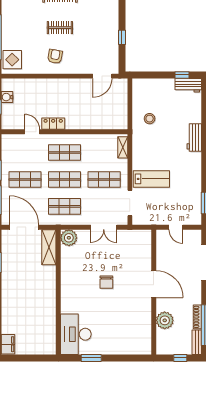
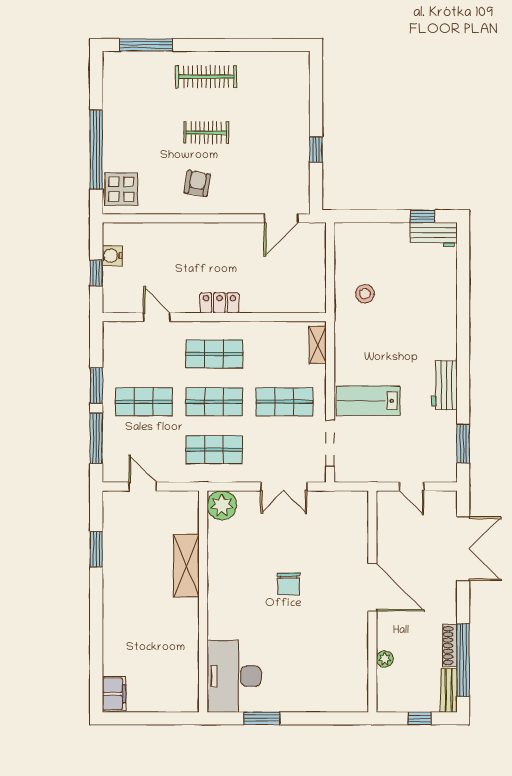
locker: (53, 124) -> (219, 303), moved
workbench: (194, 138) -> (444, 385), moved
lab bench: (151, 179) -> (368, 401), turned 180
door: (24, 227) -> (143, 486), width x0.53
shelving: (49, 247) -> (186, 566), moved
plant: (165, 320) -> (385, 659), width x0.53, depth x0.53

